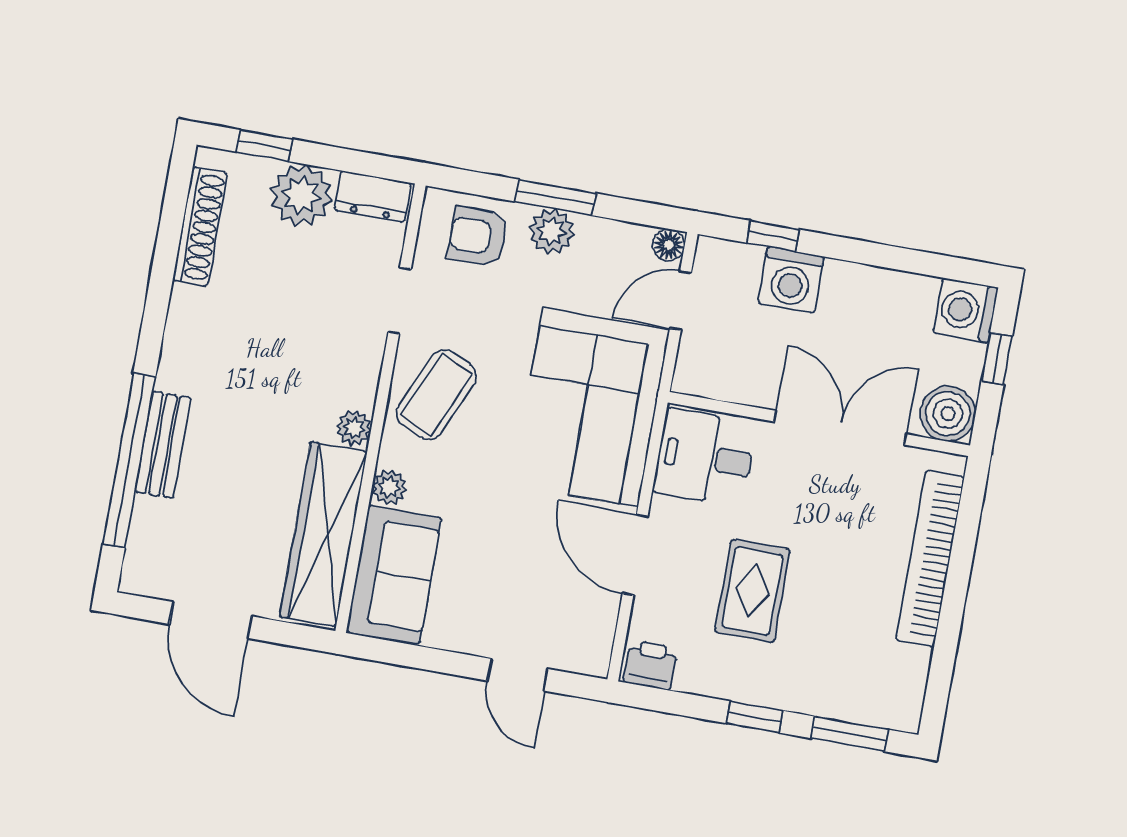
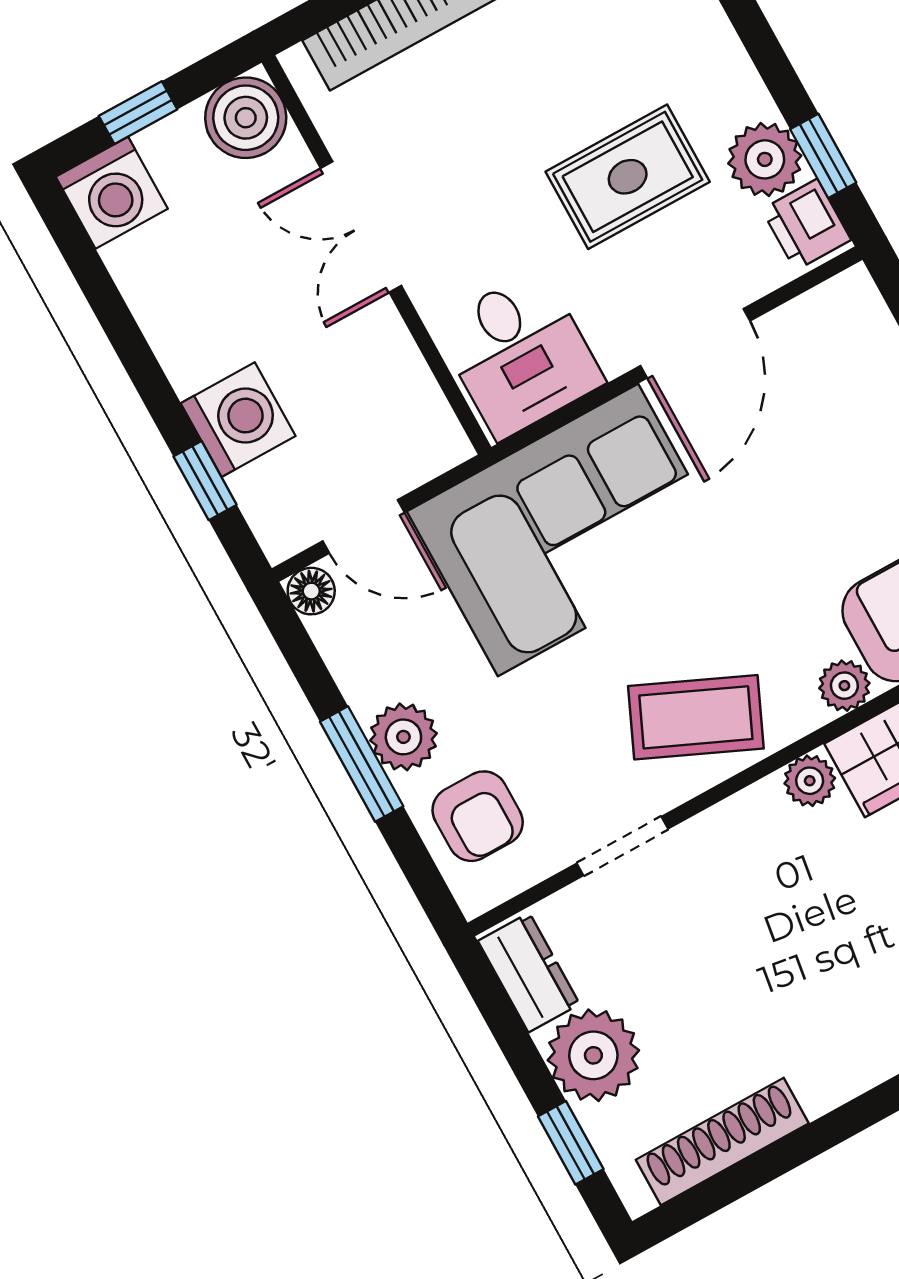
double door: (840, 428) -> (361, 227), width x0.73
plant: (703, 671) -> (765, 159), added
window: (755, 717) -> (823, 156), moved

